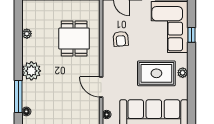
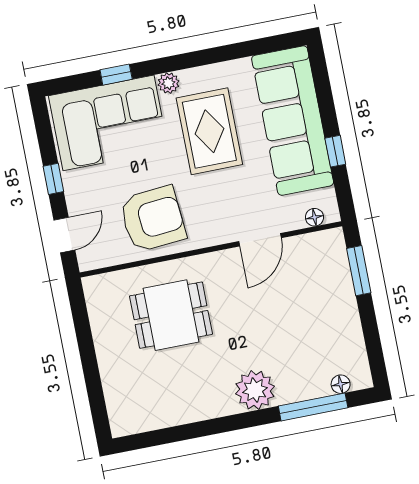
plant: (27, 34) -> (180, 415), removed
armchair: (121, 39) -> (153, 219), width x1.88, depth x1.88
plant: (183, 73) -> (168, 83), moved

